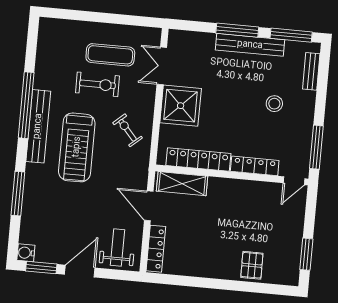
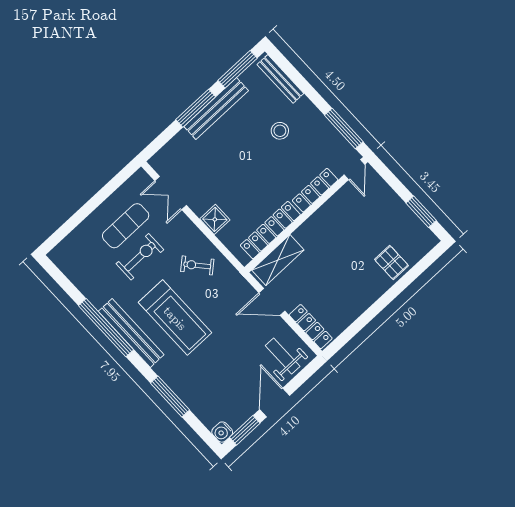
bench: (311, 71) -> (280, 79), width x1.36
shower: (181, 106) -> (215, 219), width x0.54, depth x0.54

